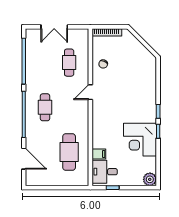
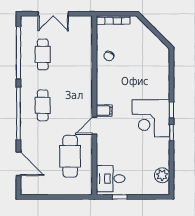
cafe table: (69, 63) -> (43, 54), moved
door: (90, 92) -> (94, 126), moved
corner desk: (140, 140) -> (151, 118), moved
filing cabinet: (99, 154) -> (104, 111), moved
plant: (150, 179) -> (162, 175), moved

